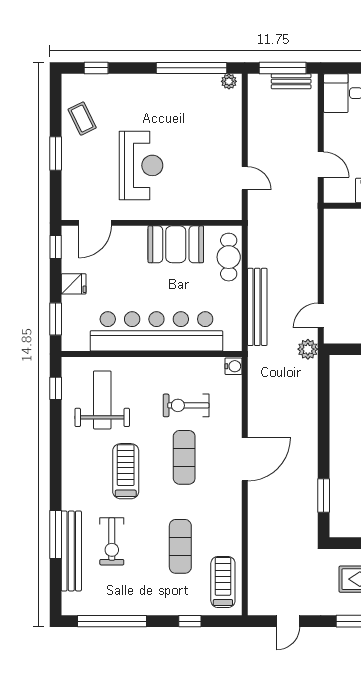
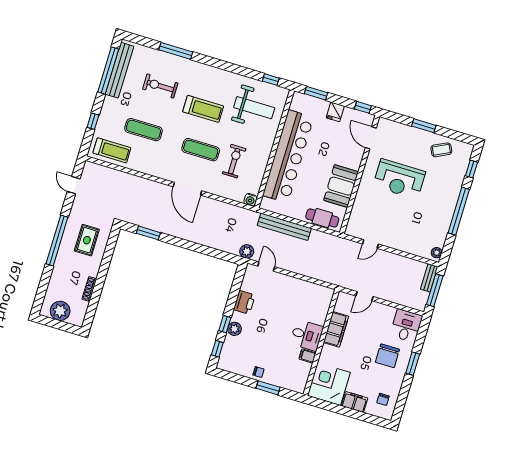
window: (192, 68) -> (459, 211), moved
bench: (291, 81) -> (429, 278), moved
bench: (71, 551) -> (119, 70), moved, turned 90

